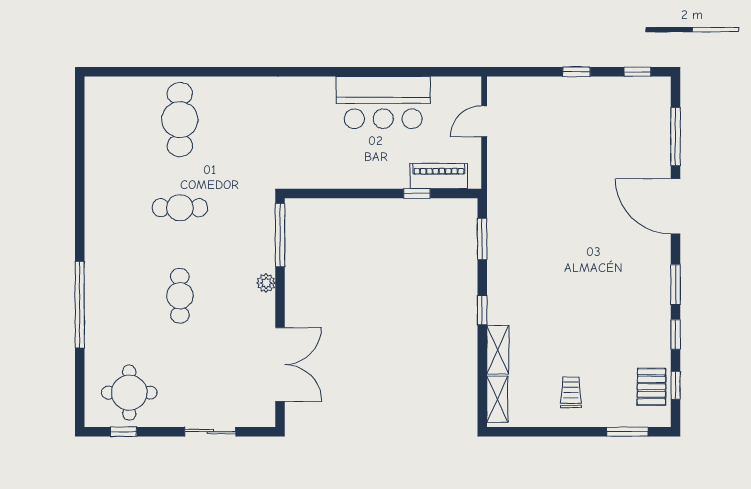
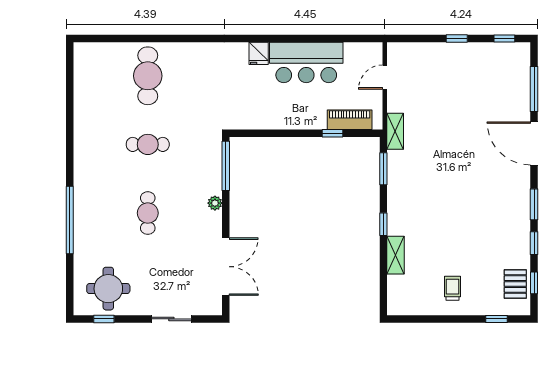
fridge: (322, 91) -> (259, 53), added
shelving: (497, 399) -> (395, 131), moved
window: (627, 432) -> (497, 319), width x0.67

